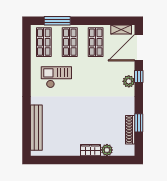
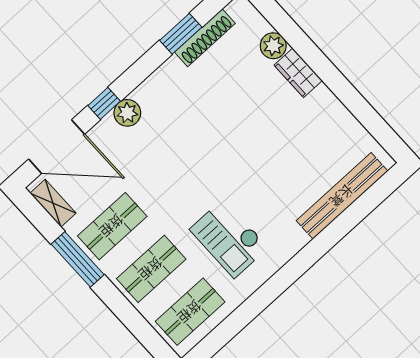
window: (57, 21) -> (78, 259), moved

